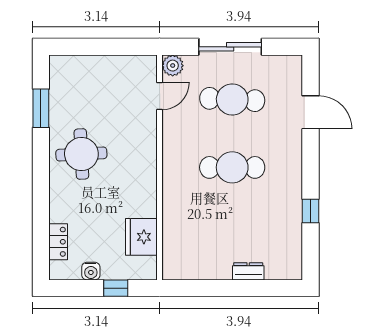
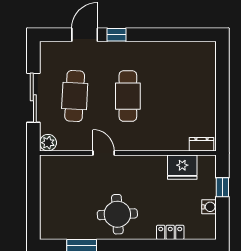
door: (160, 96) -> (104, 153), moved
window: (311, 211) -> (117, 35), moved
locker: (58, 242) -> (170, 232), moved
dresser: (248, 271) -> (202, 144), moved, turned 90

